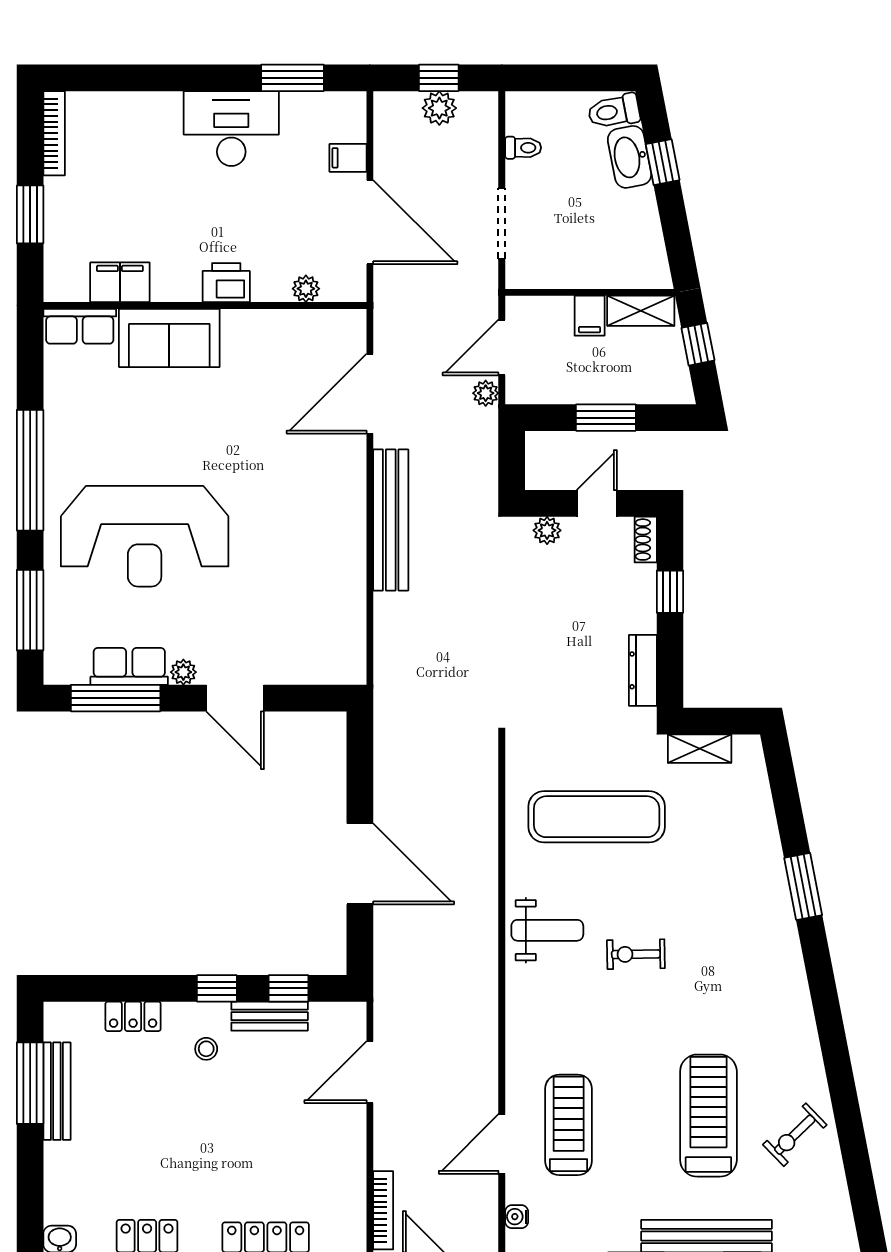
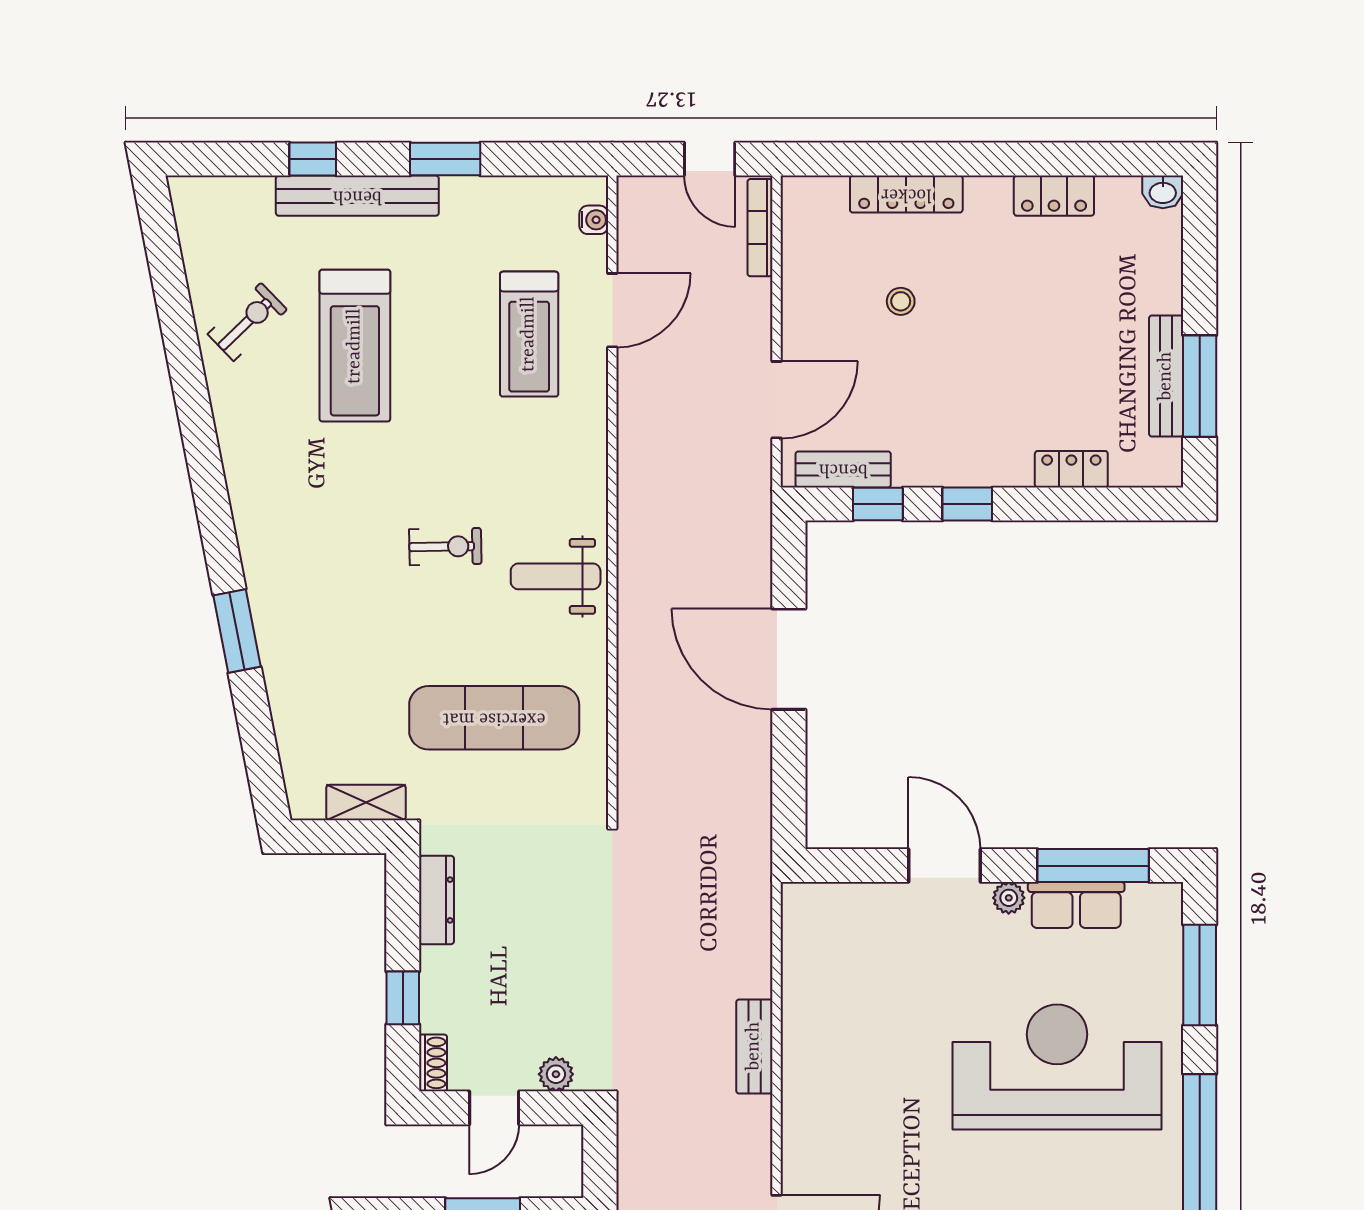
bench: (391, 520) -> (754, 1046), width x0.54, depth x0.82
bench: (270, 1016) -> (843, 469), moved
stool: (206, 1049) -> (901, 301), moved

